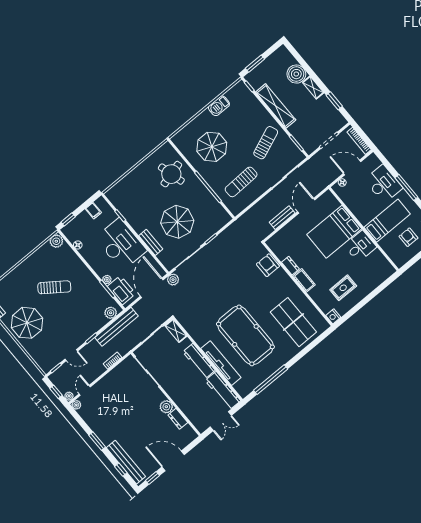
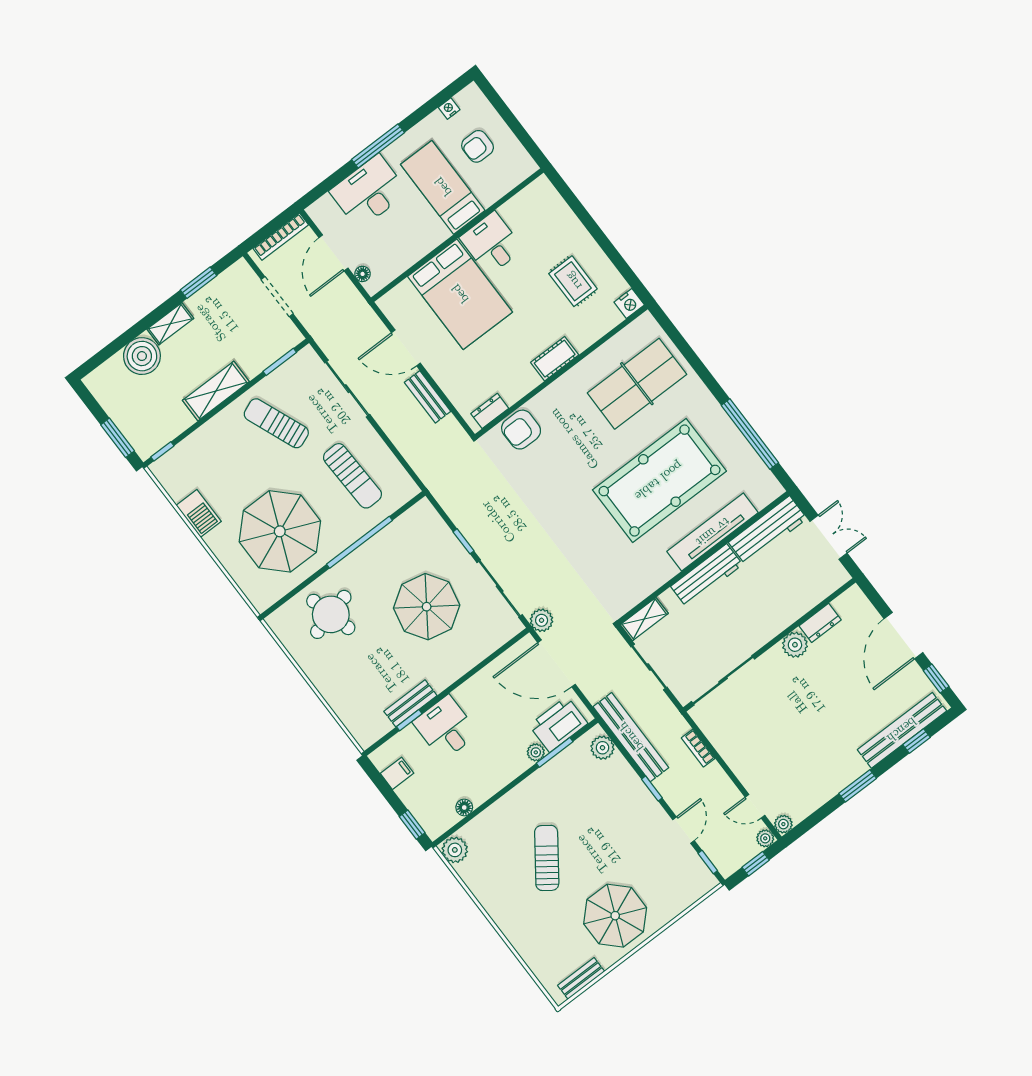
shelving: (276, 106) -> (216, 391), width x0.68
parasol: (212, 147) -> (280, 531), width x1.36, depth x1.36
bench: (151, 242) -> (410, 703), moved
desk: (121, 244) -> (446, 728), width x0.53, depth x0.77
dresser: (290, 266) -> (490, 411), moved

